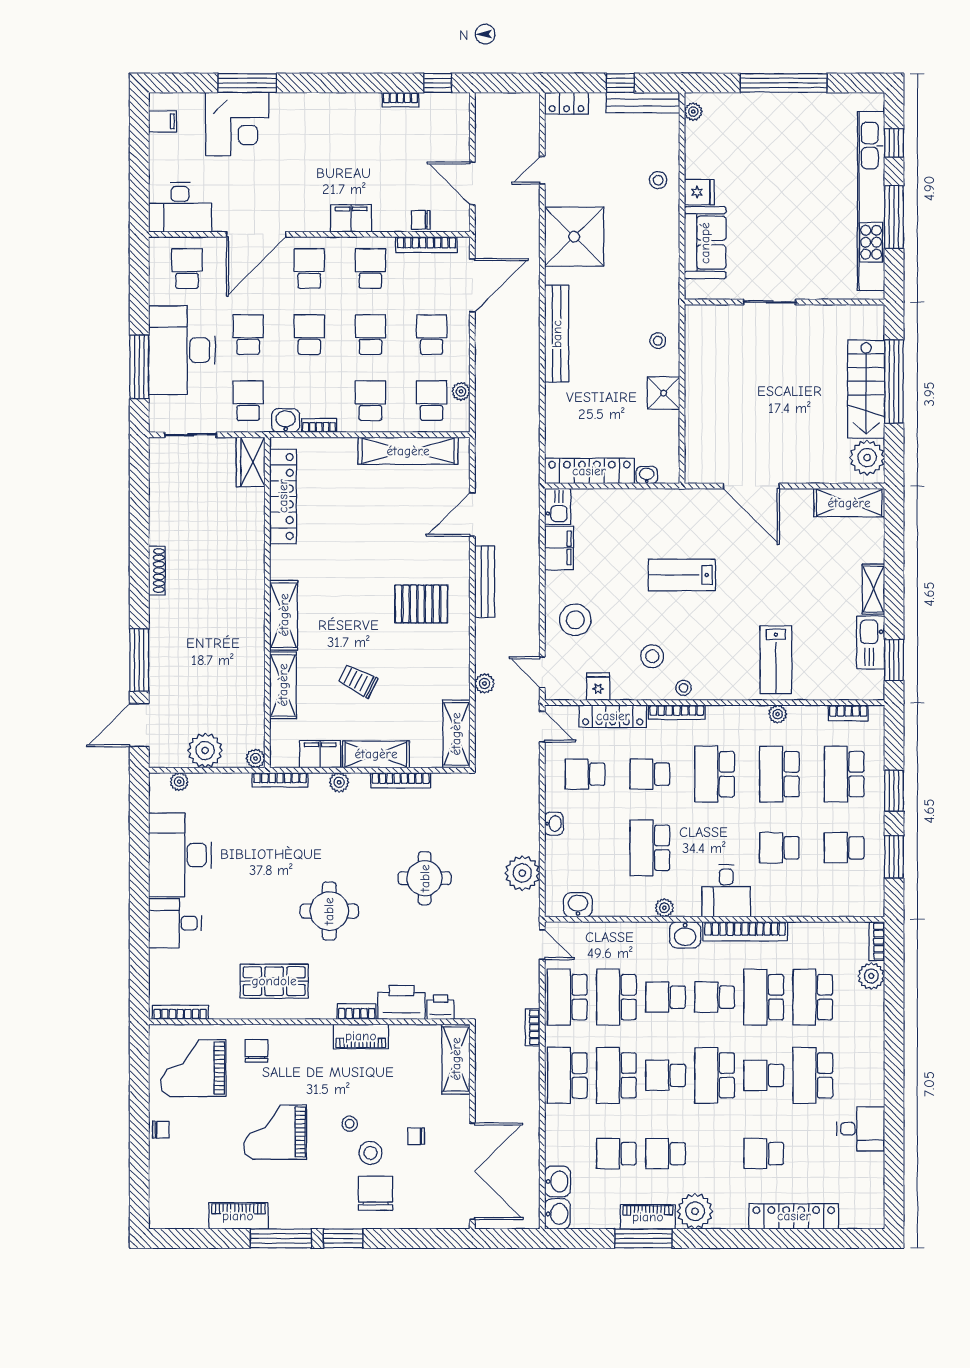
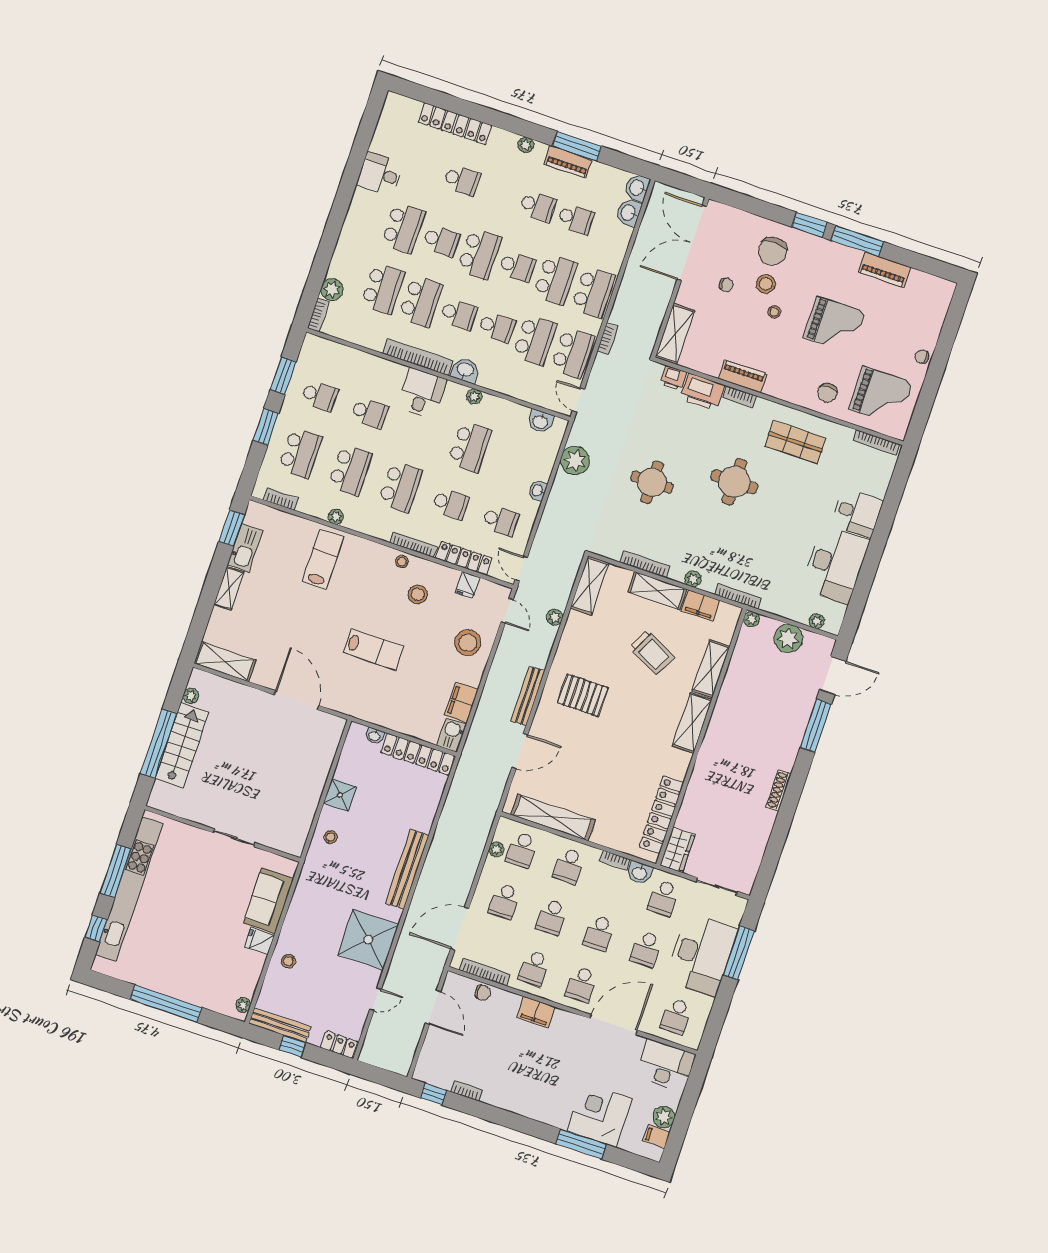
plant: (162, 147) -> (664, 1117), added
plant: (867, 458) -> (191, 696), width x0.53, depth x0.53
trolley: (358, 681) -> (652, 652), width x1.36, depth x1.39
plant: (695, 1211) -> (526, 145), width x0.53, depth x0.53

